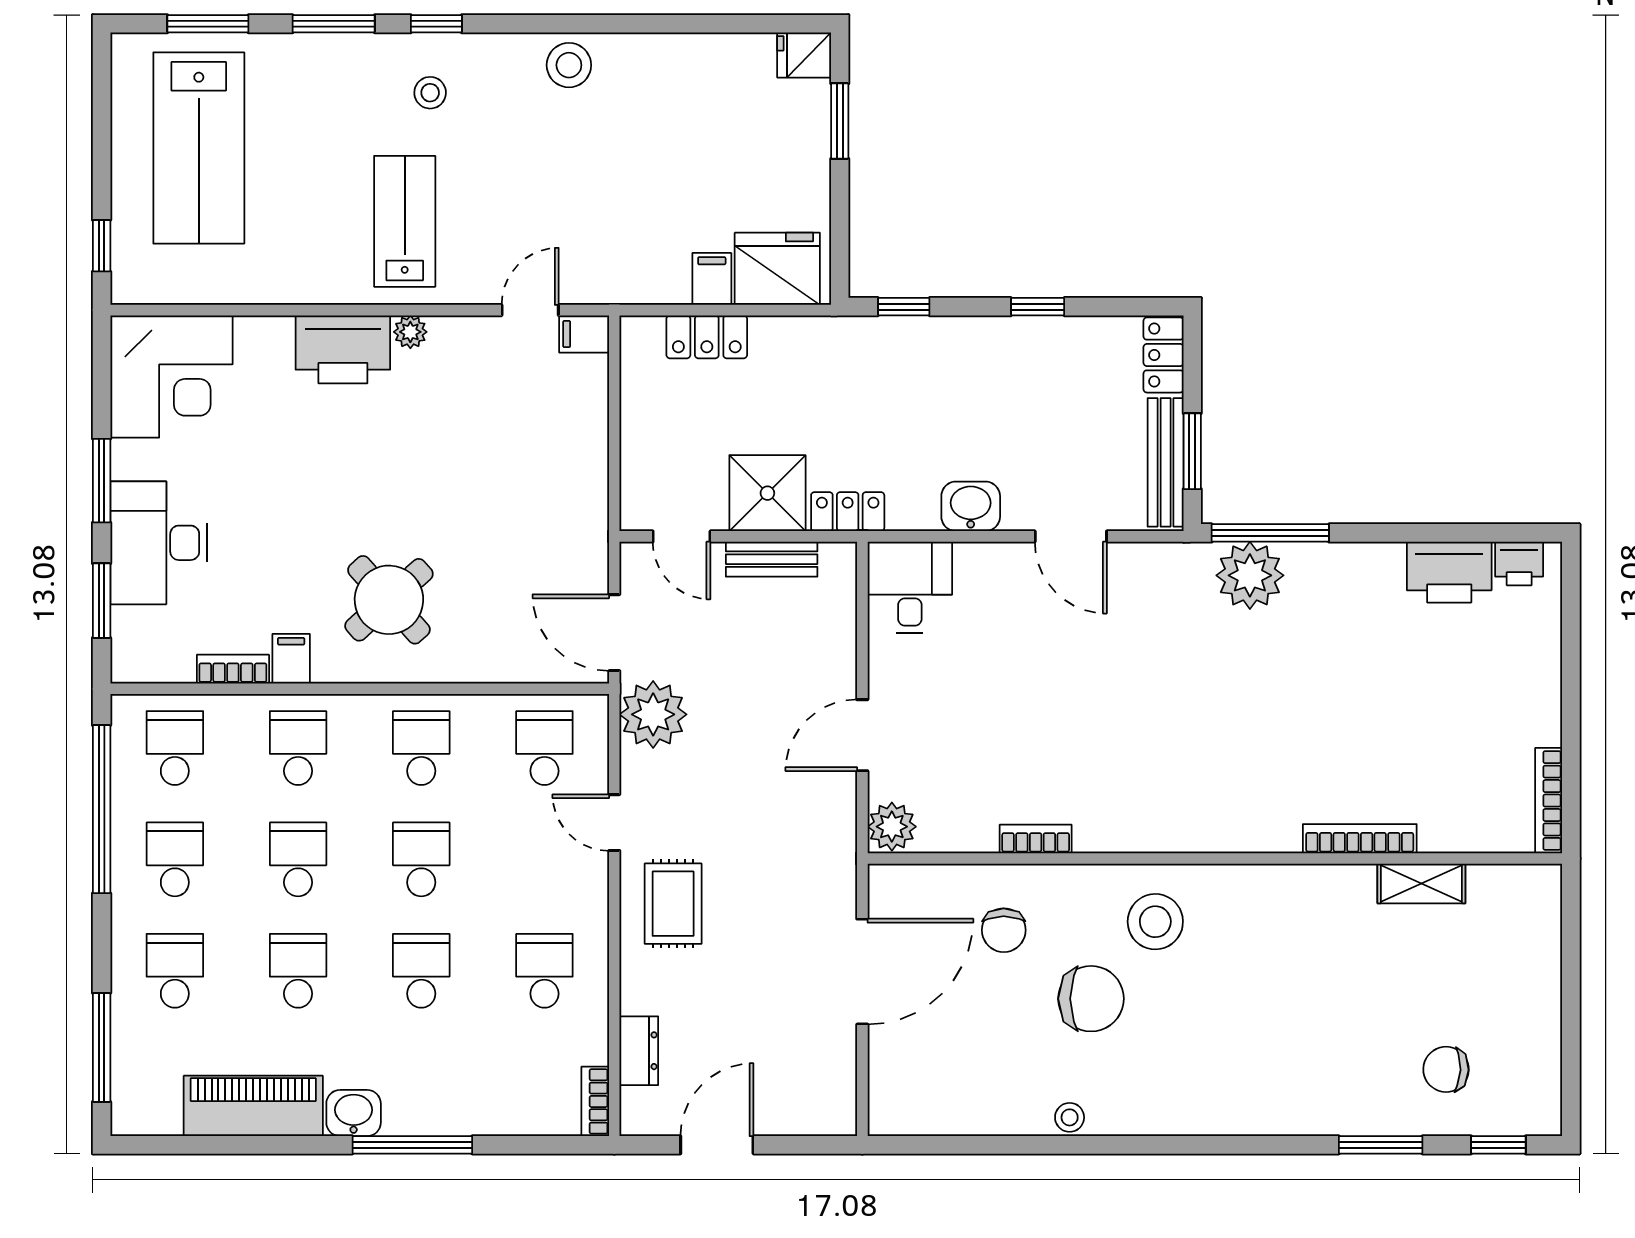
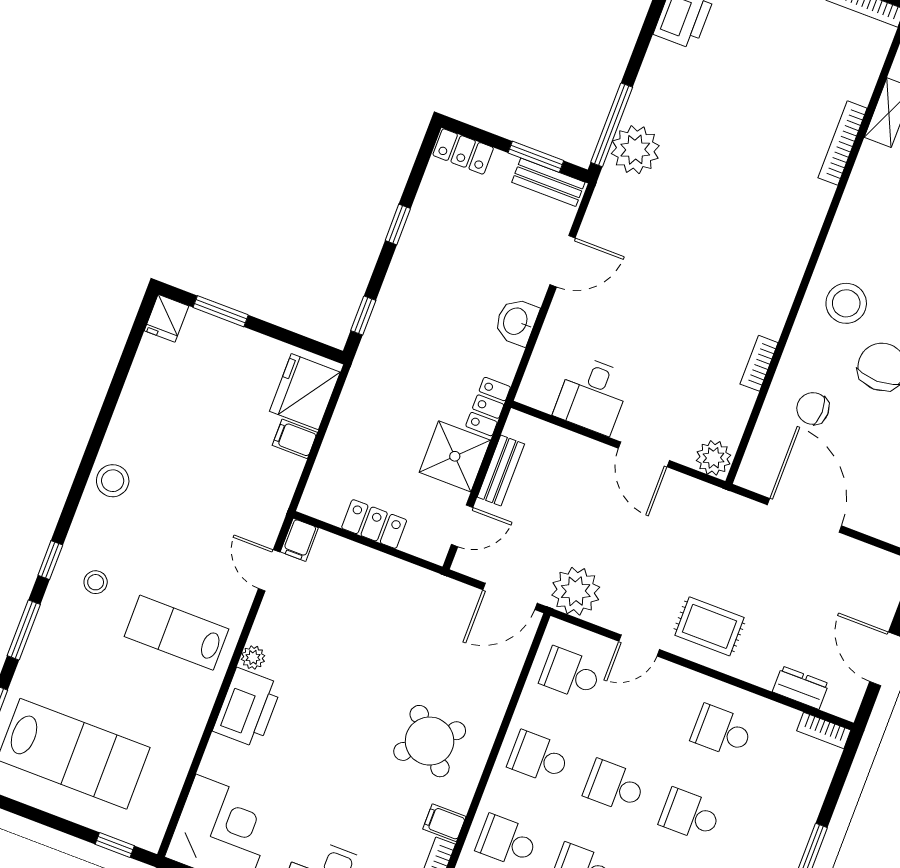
locker: (707, 337) -> (374, 524), moved, turned -90
bench: (1166, 462) -> (548, 182), width x0.73
desk: (910, 587) -> (592, 395), moved, turned -90
chair: (1004, 930) -> (813, 409), turned 180

